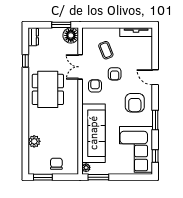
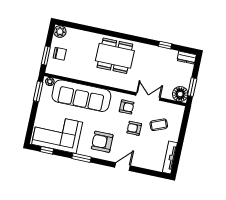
dining table: (48, 89) -> (115, 56), moved
plant: (34, 141) -> (60, 31), moved
window: (43, 177) -> (46, 56), moved

